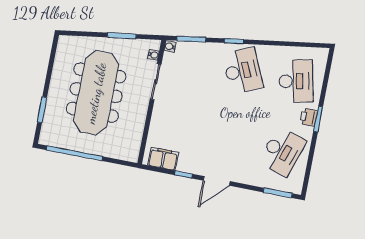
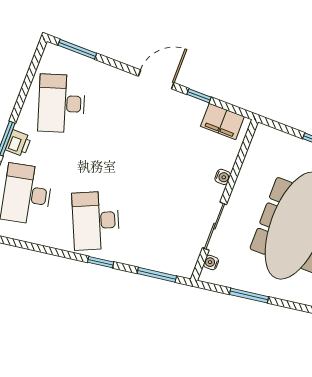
water cooler: (170, 46) -> (223, 177), moved
desk: (282, 151) -> (62, 103), turned -36

